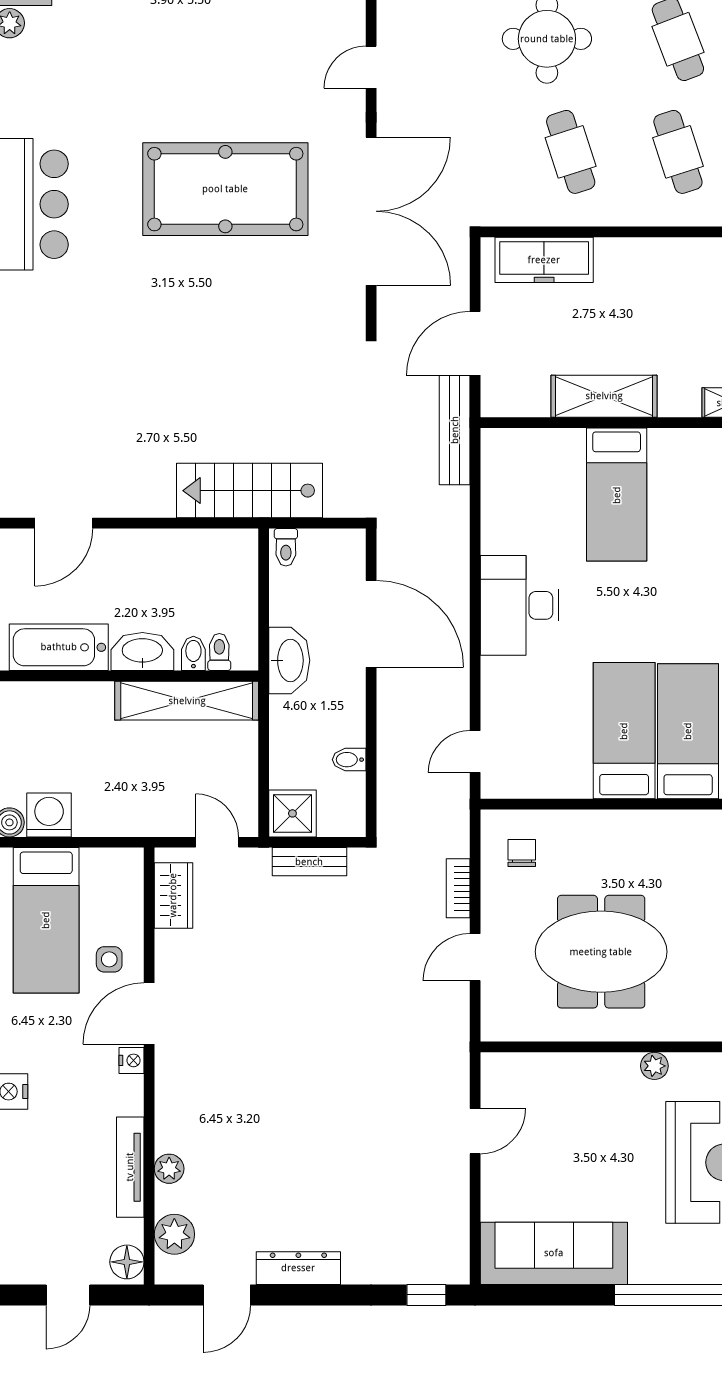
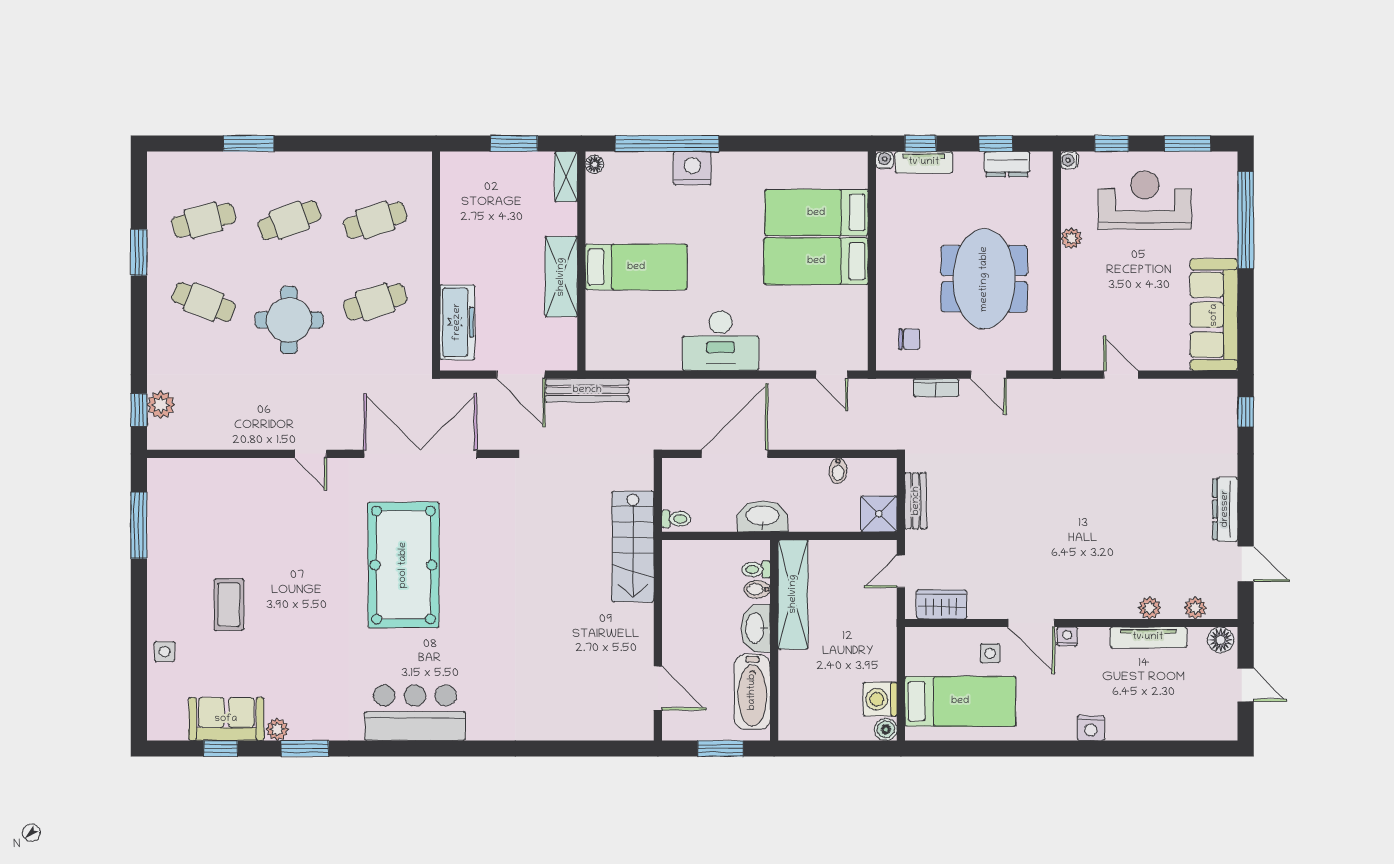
chair: (522, 853) -> (909, 339), turned 180
plant: (174, 1234) -> (1195, 608), width x0.73, depth x0.73

